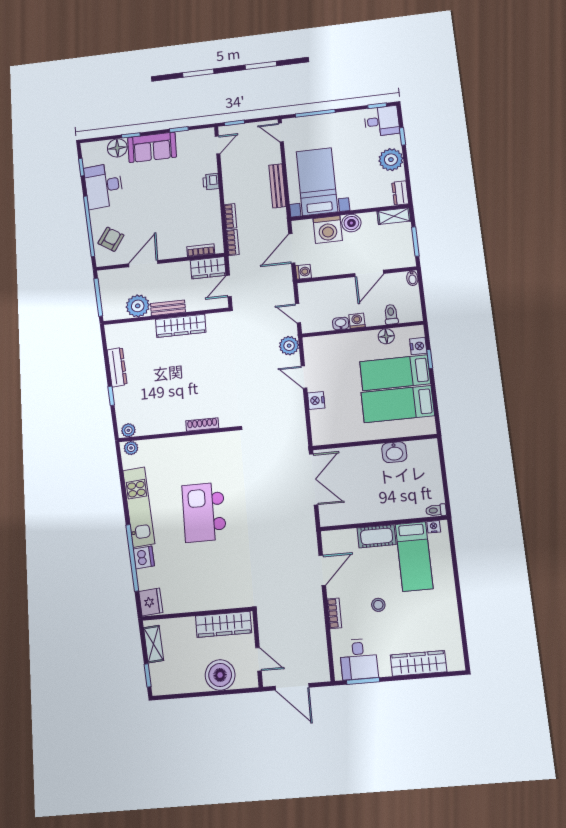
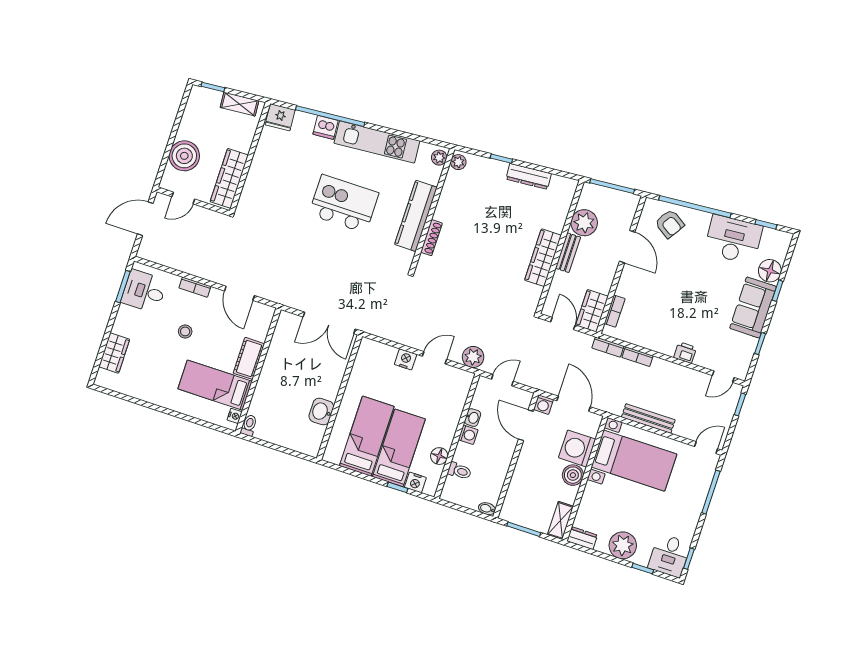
door: (217, 145) -> (723, 377), hinge flipped
door: (369, 273) -> (526, 425), moved
kitchen counter: (189, 446) -> (416, 216), added
wardrobe: (419, 663) -> (114, 353), width x0.67

